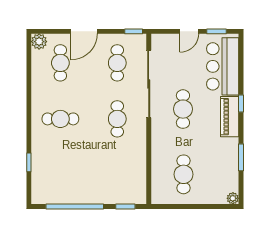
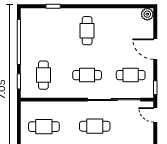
door: (189, 31) -> (155, 115), moved
cafe table: (60, 63) -> (43, 75), moved, turned 90

